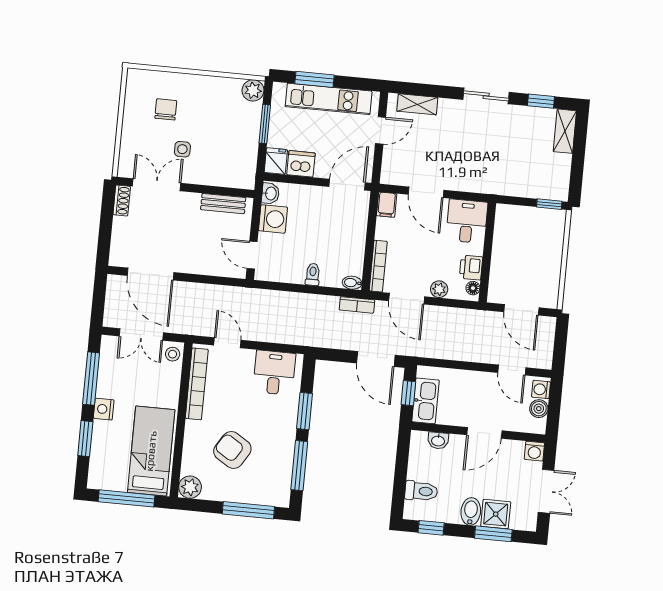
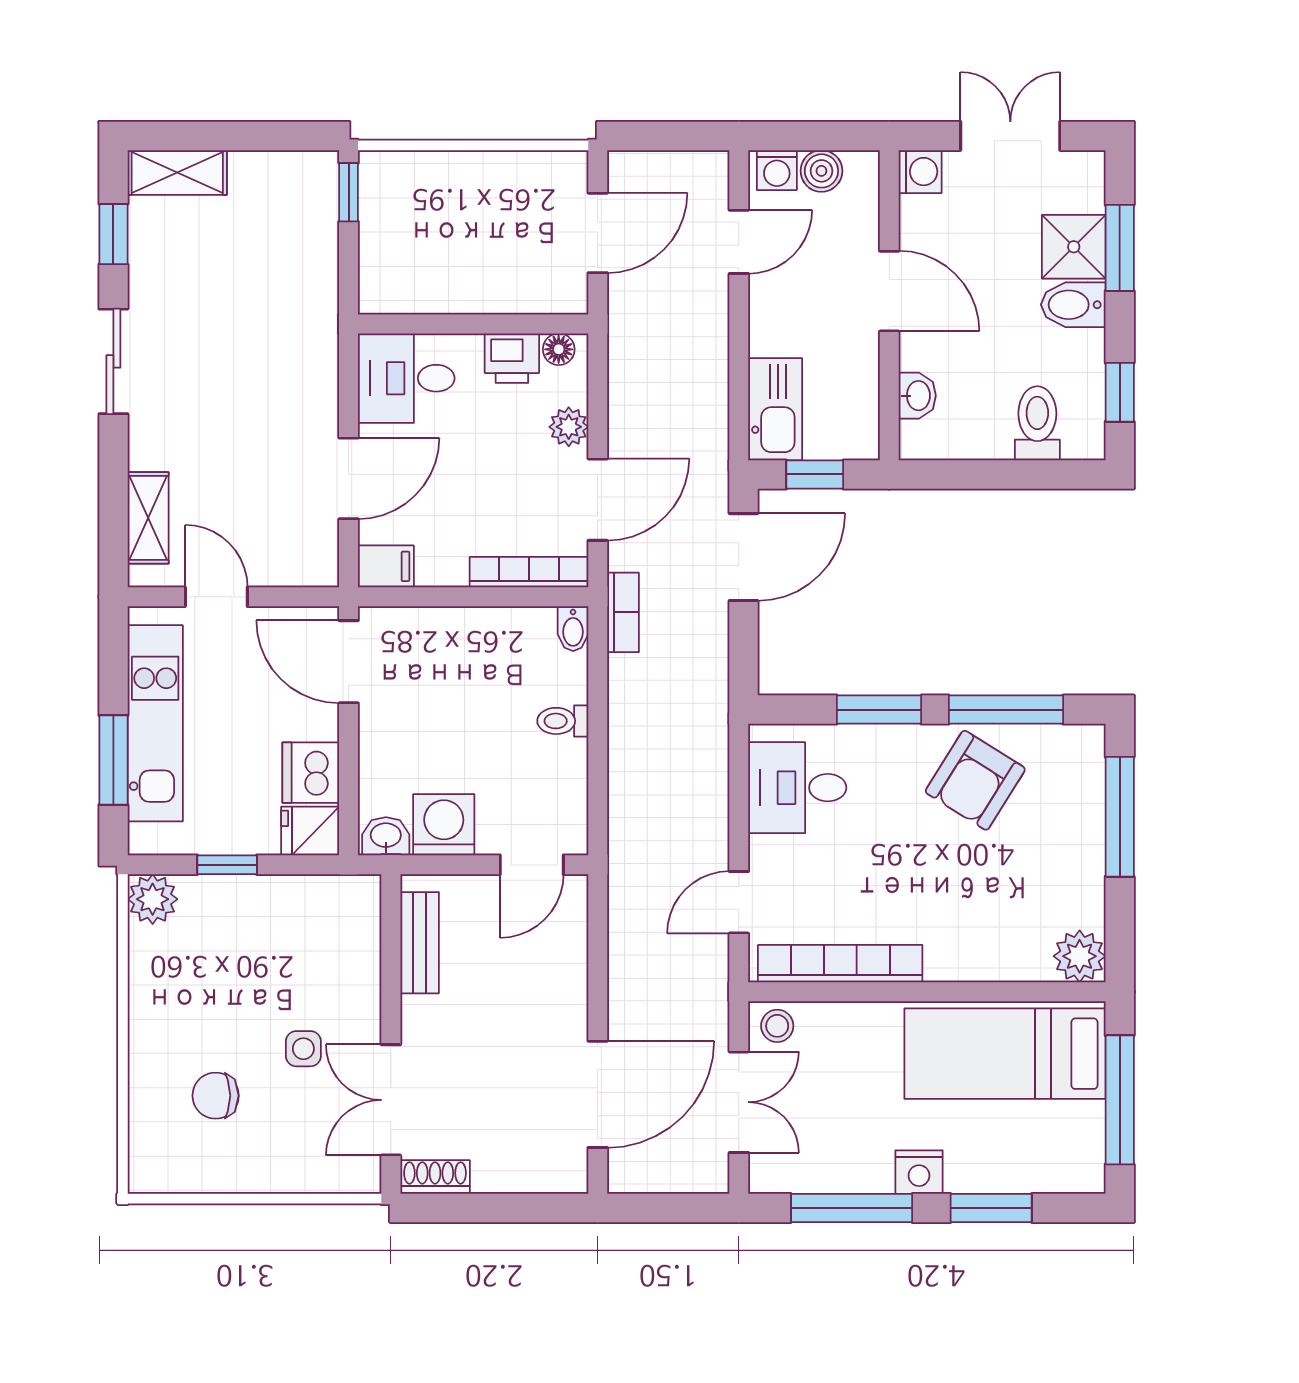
window: (265, 124) -> (227, 865), width x0.67
kitchen sink: (425, 401) -> (775, 409), moved, turned 90
armchair: (232, 450) -> (975, 780), moved

